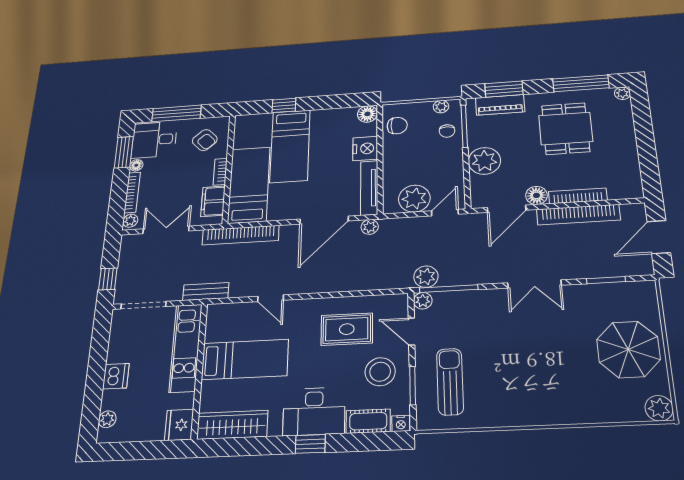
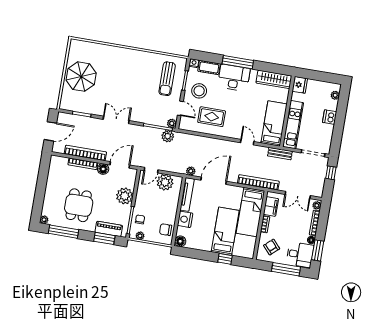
bed: (245, 359) -> (274, 123), moved, turned 90
plant: (659, 408) -> (76, 45), removed
window: (310, 444) -> (238, 62), width x2.17

